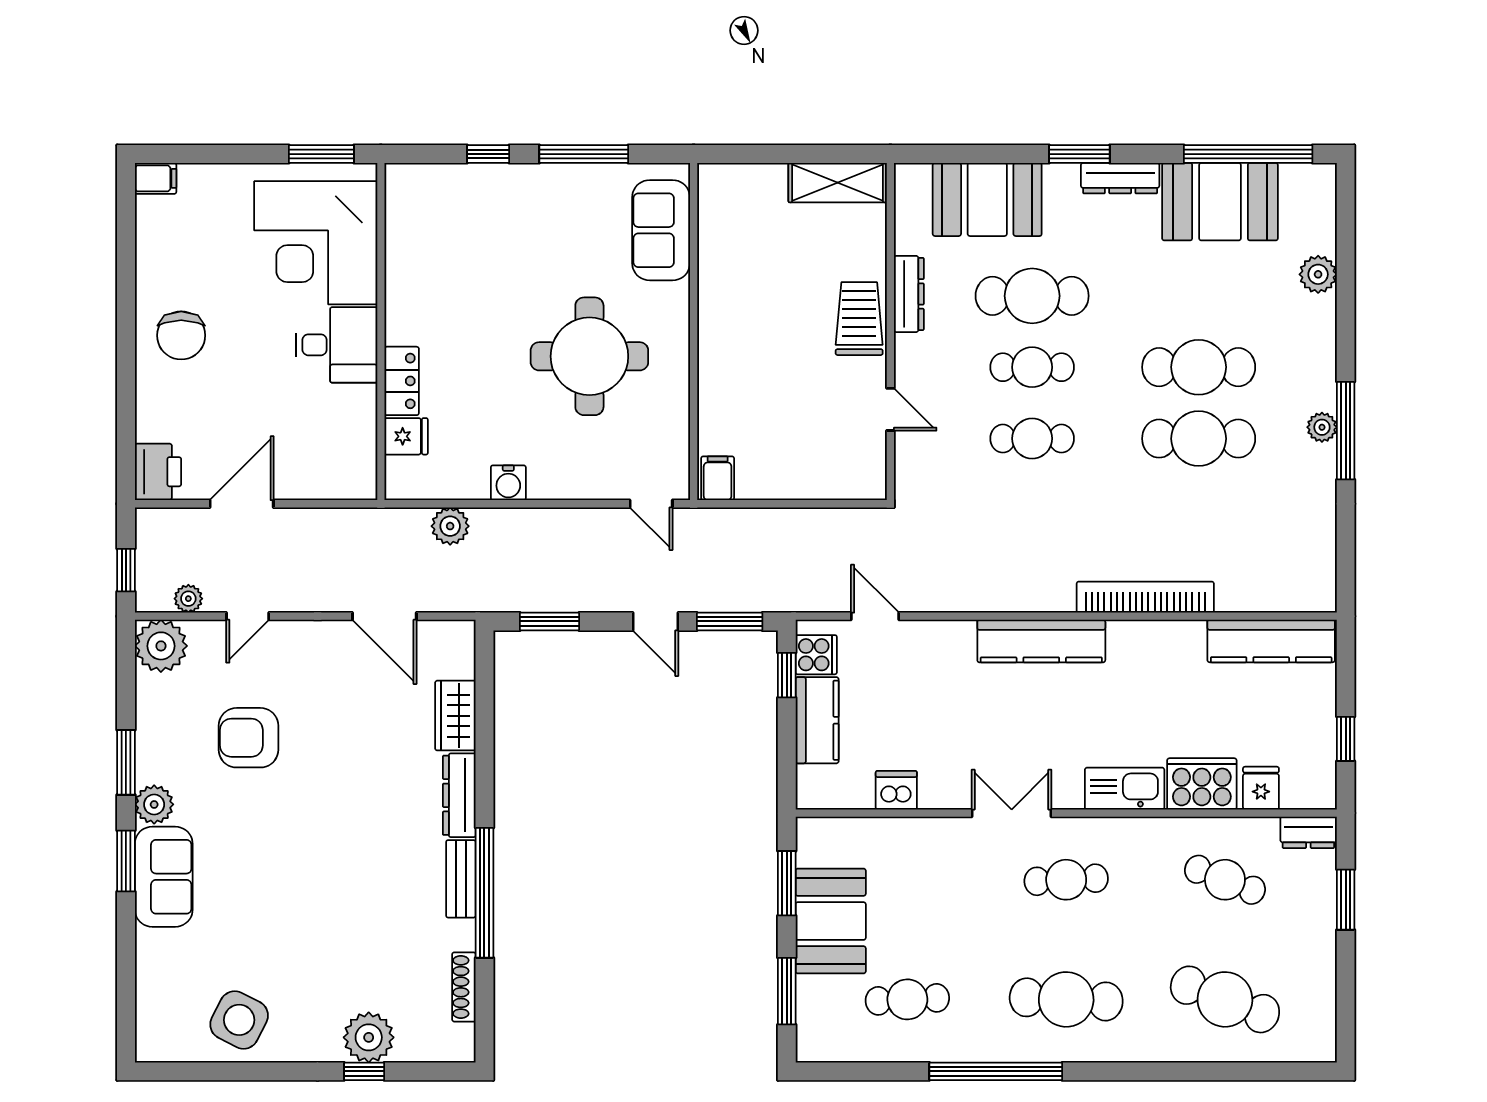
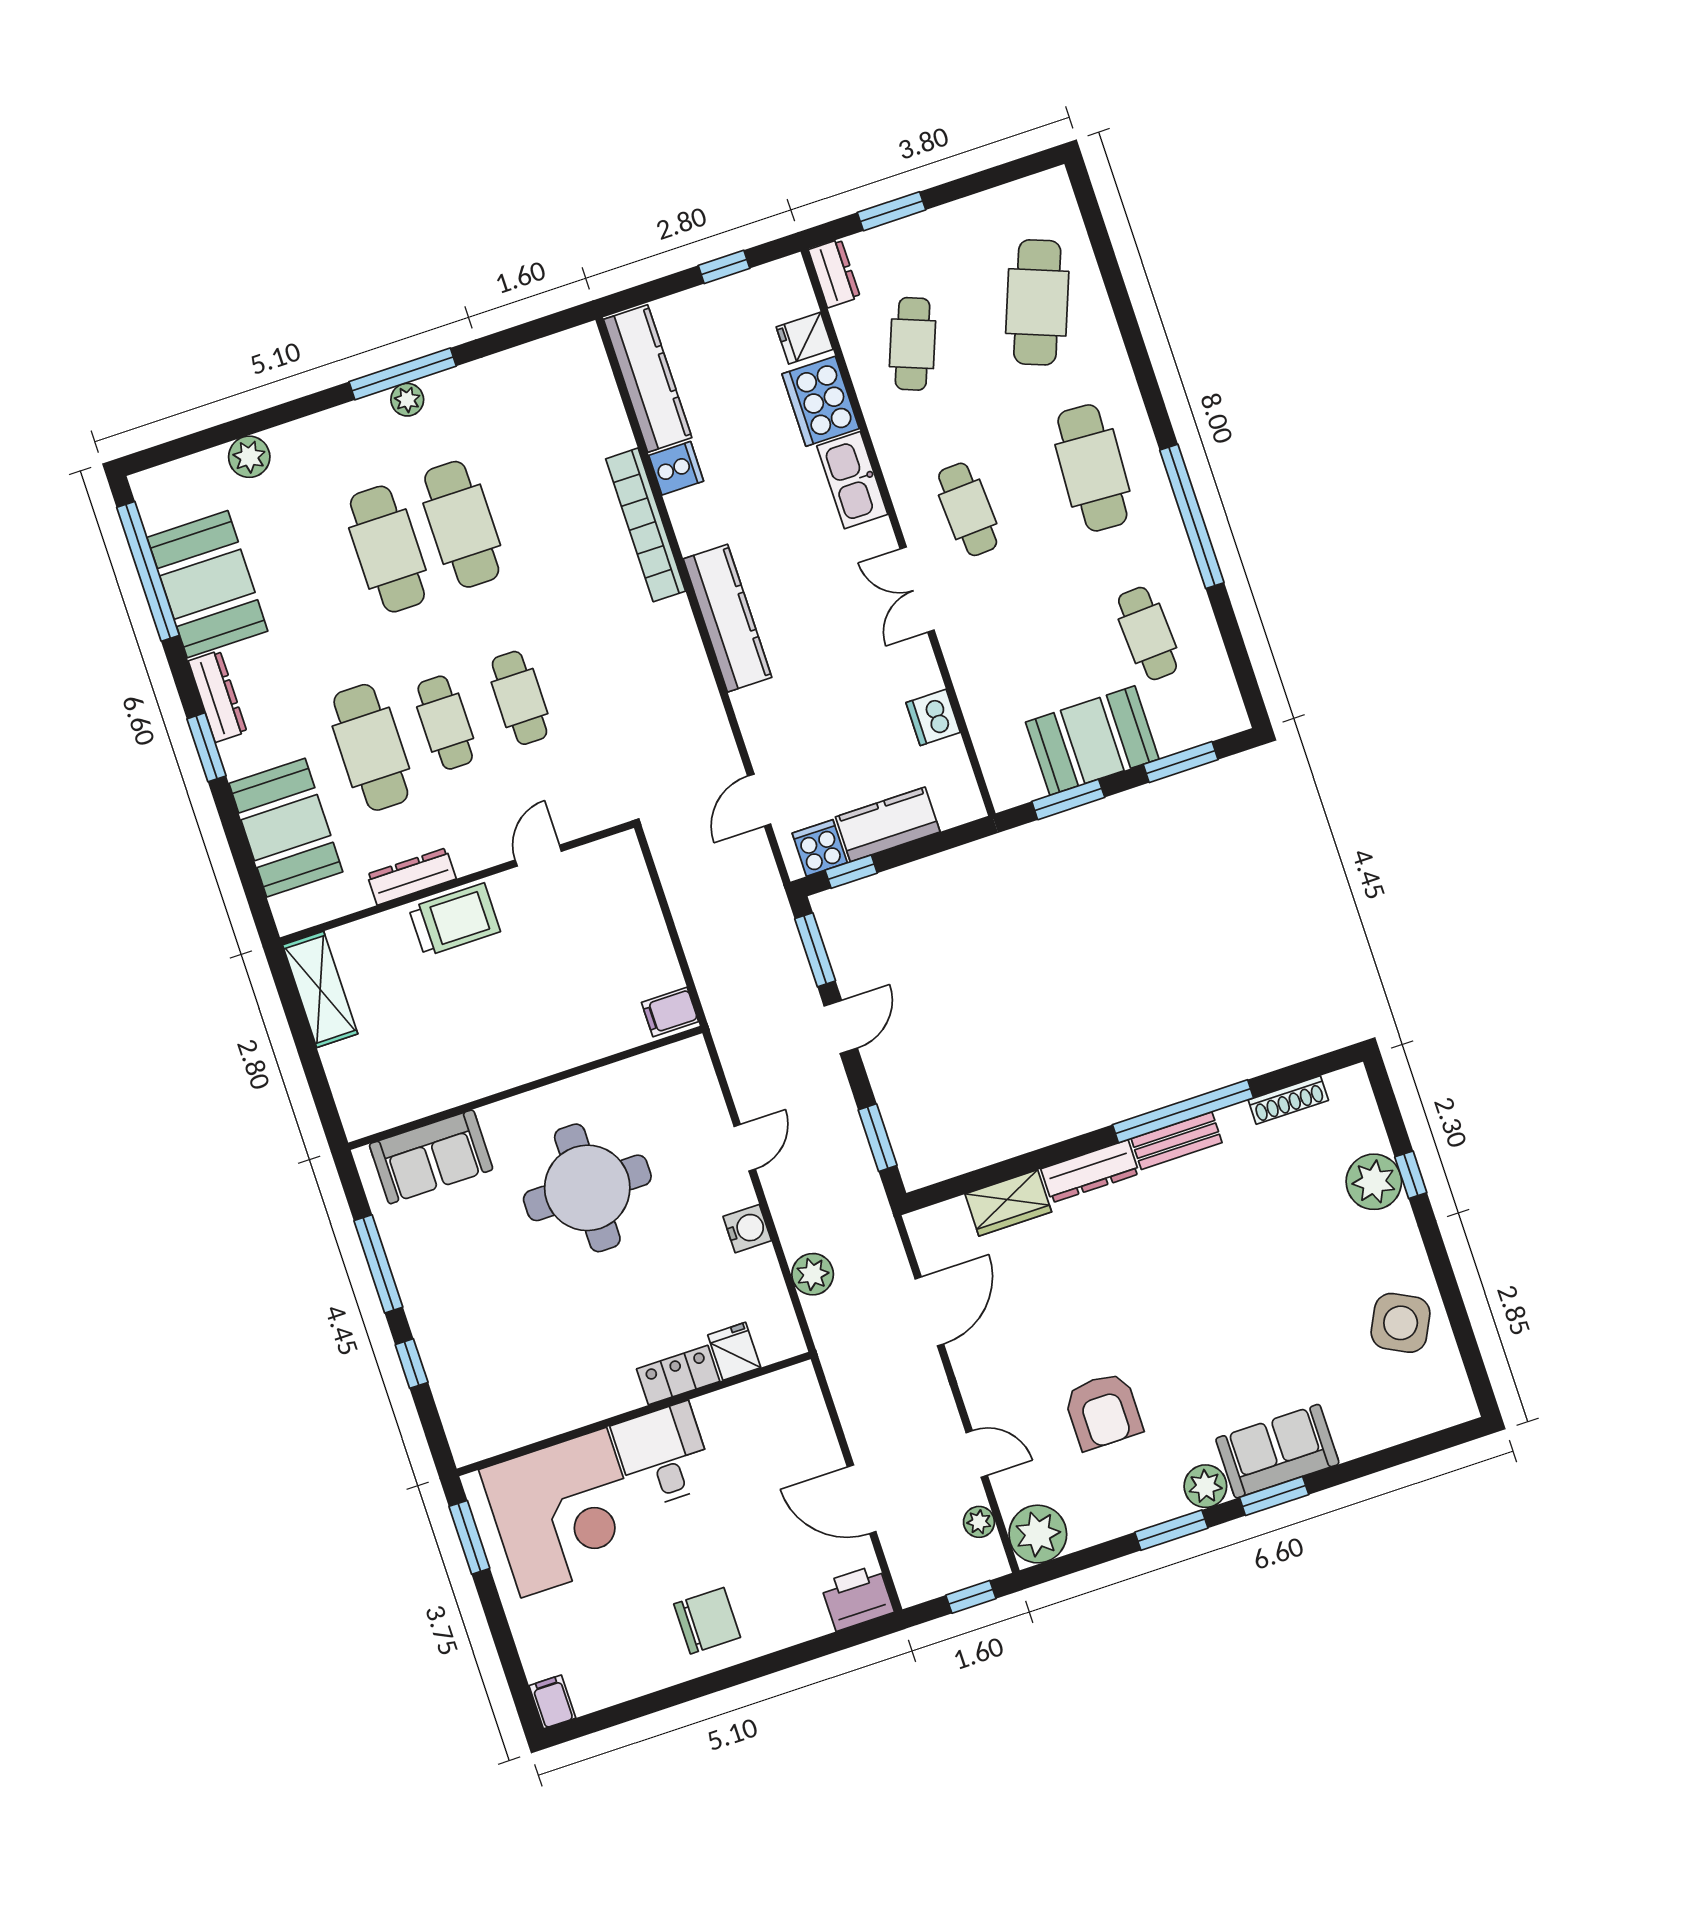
trolley: (859, 319) -> (454, 920), turned 180
door: (651, 504) -> (745, 1148), moved
cooker: (1185, 640) -> (676, 468), added

